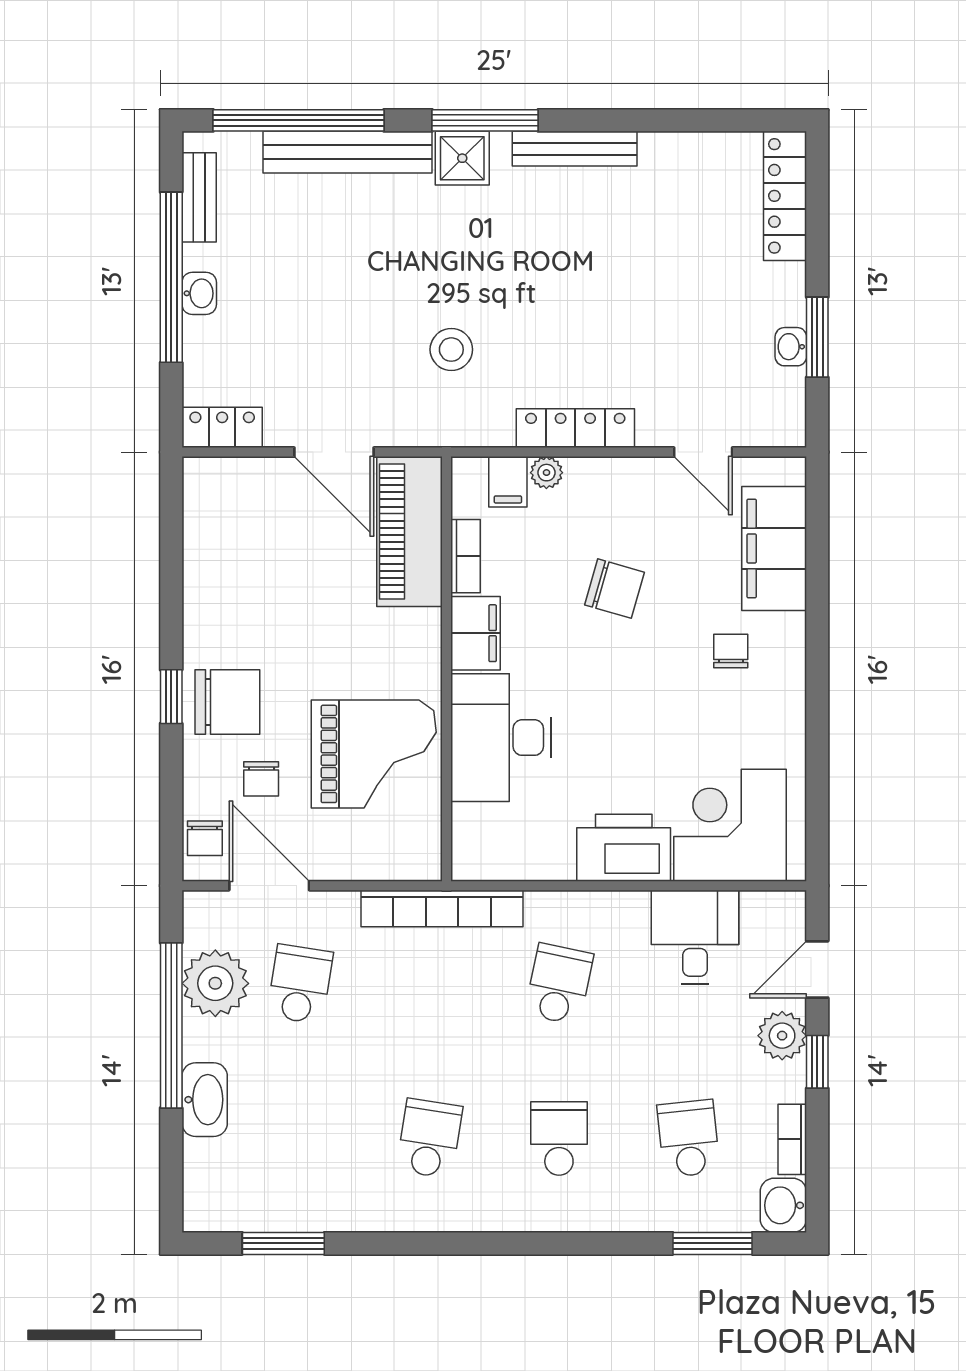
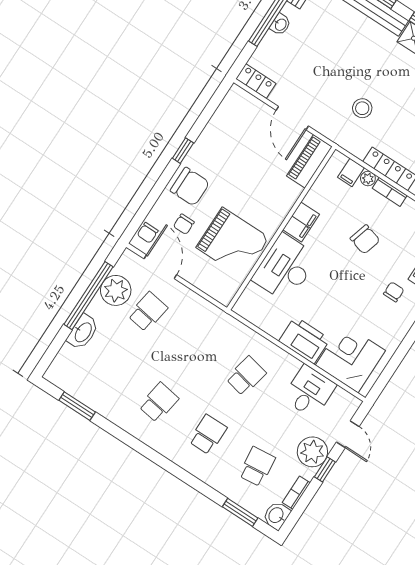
piano: (410, 532) -> (309, 161), width x0.73, depth x0.75
bookcase: (466, 556) -> (390, 192), moved, turned 90
window: (171, 697) -> (183, 151), moved
bookcase: (442, 908) -> (220, 318), removed
door: (817, 969) -> (348, 434), swing flipped
plant: (782, 1036) -> (312, 452), width x1.36, depth x1.36

